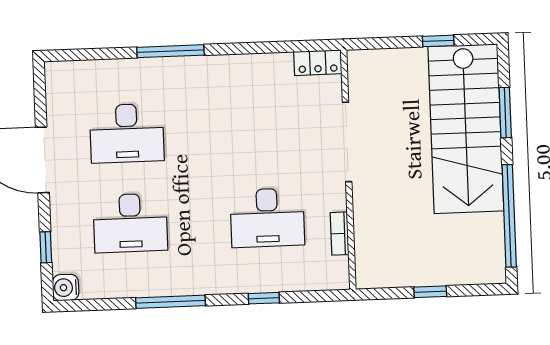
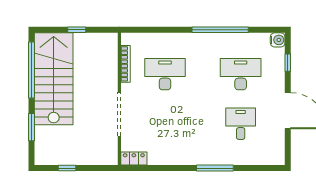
stairs: (466, 129) -> (54, 79), moved
desk: (127, 133) -> (241, 124), width x0.73
bookcase: (339, 234) -> (125, 64), width x1.56
window: (264, 298) -> (169, 30), removed
window: (171, 302) -> (220, 30), width x1.46

